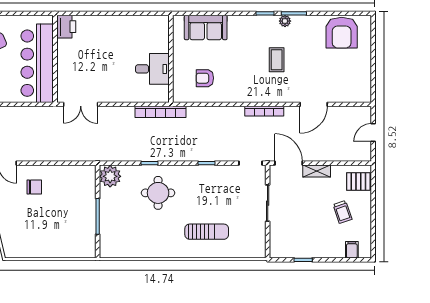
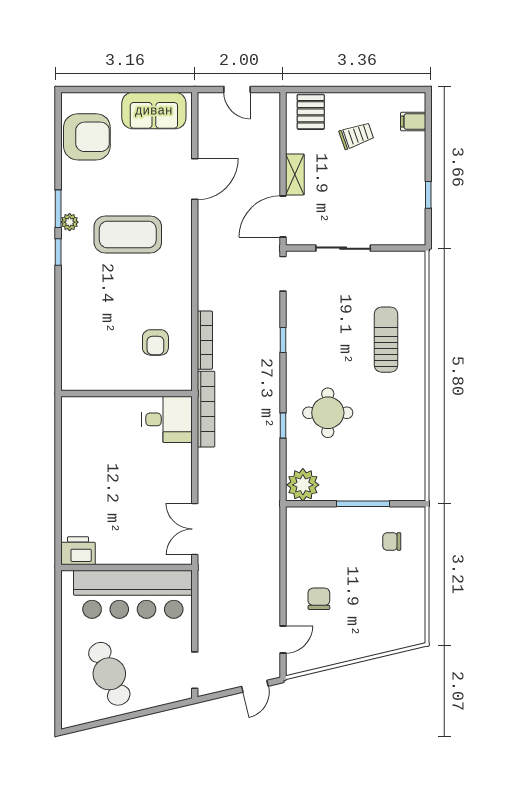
sofa: (206, 27) -> (154, 111), moved, turned 90
coffee table: (277, 60) -> (128, 234), width x1.86, depth x1.72
desk: (152, 69) -> (167, 419), moved, turned 90
double door: (81, 104) -> (195, 529), swing flipped
door: (314, 104) -> (195, 179), hinge flipped
bookcase: (264, 111) -> (205, 340), moved
chair: (72, 235) -> (392, 541), added

